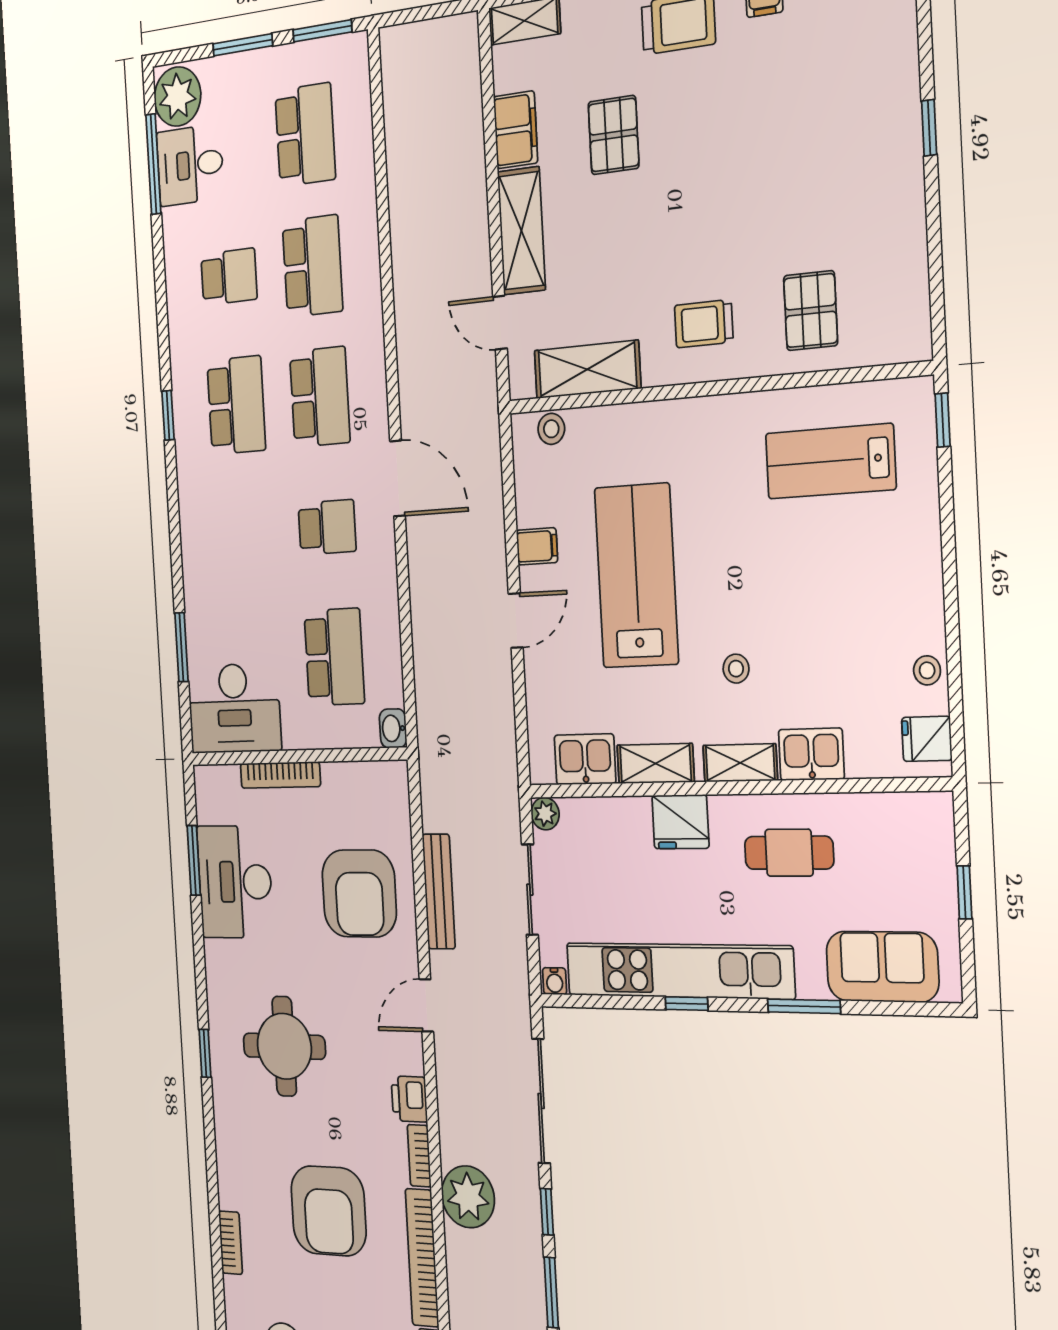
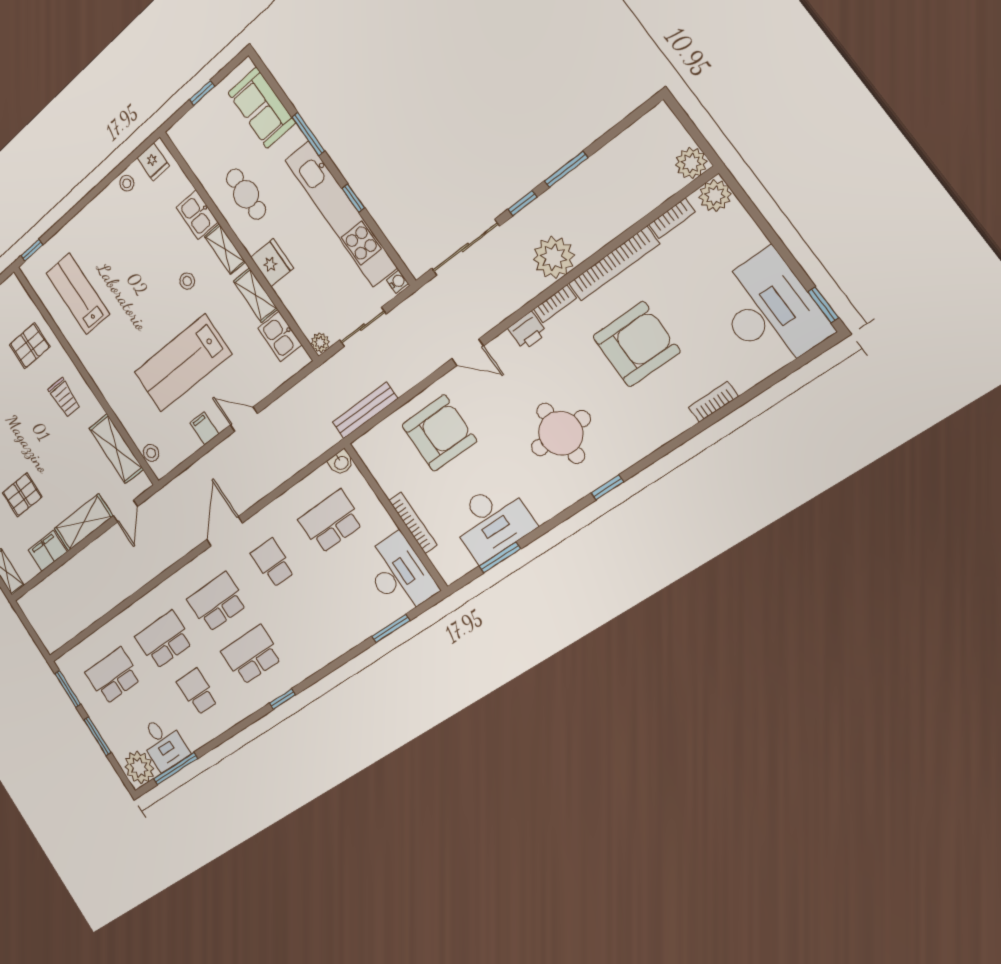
lab bench: (830, 461) -> (78, 294), turned 180
bench: (439, 892) -> (365, 410), moved

